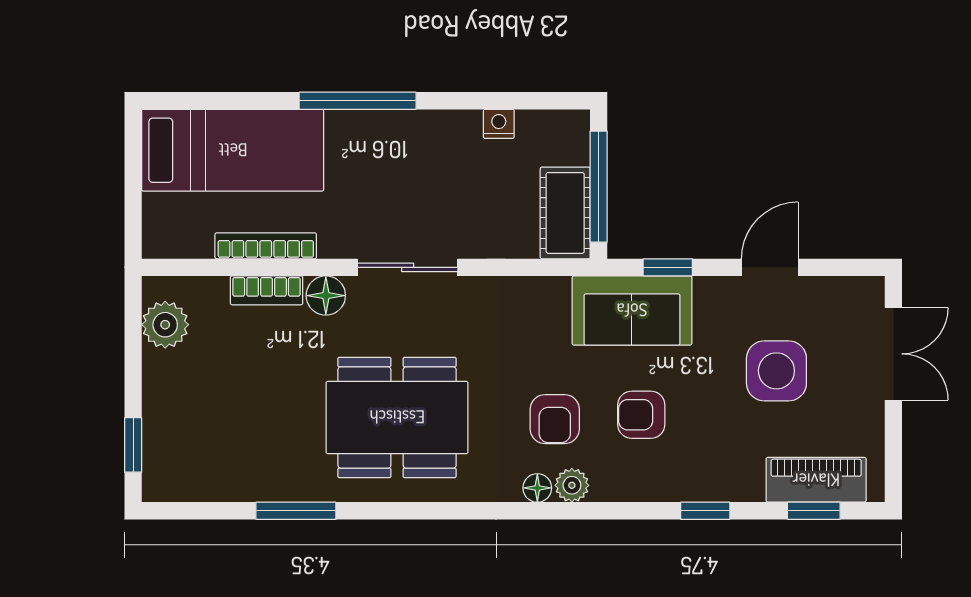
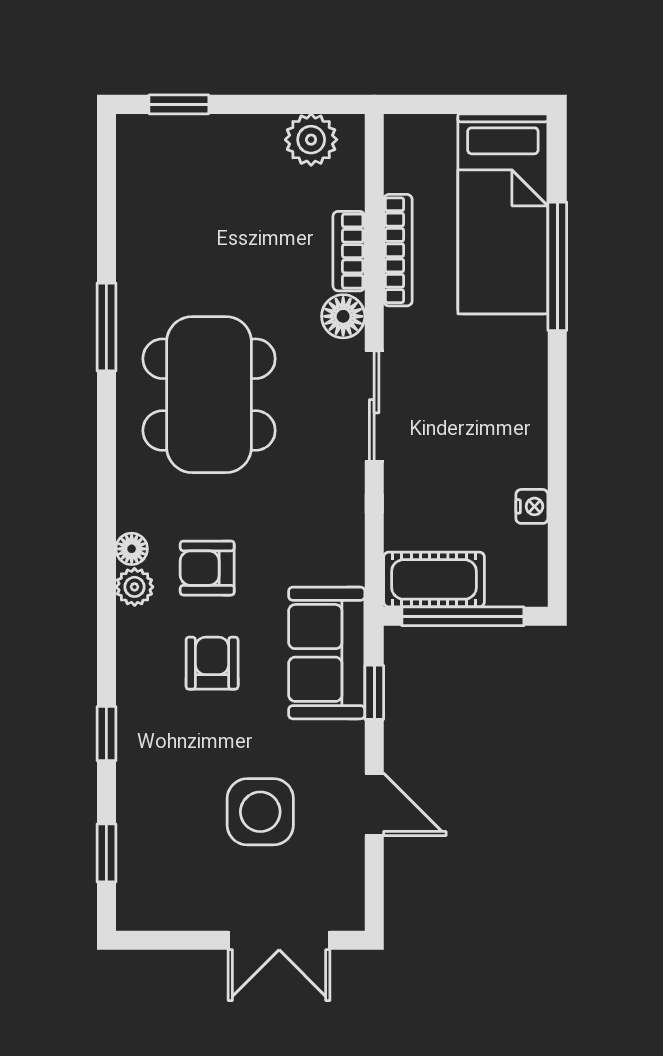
window: (358, 101) -> (557, 266), moved
piano: (816, 480) -> (140, 855), removed
window: (296, 511) -> (106, 327), moved

